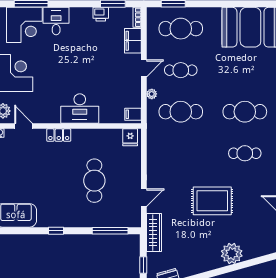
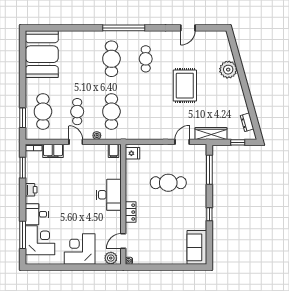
printer: (101, 14) -> (31, 190), moved
door: (144, 198) -> (182, 142), hinge flipped

